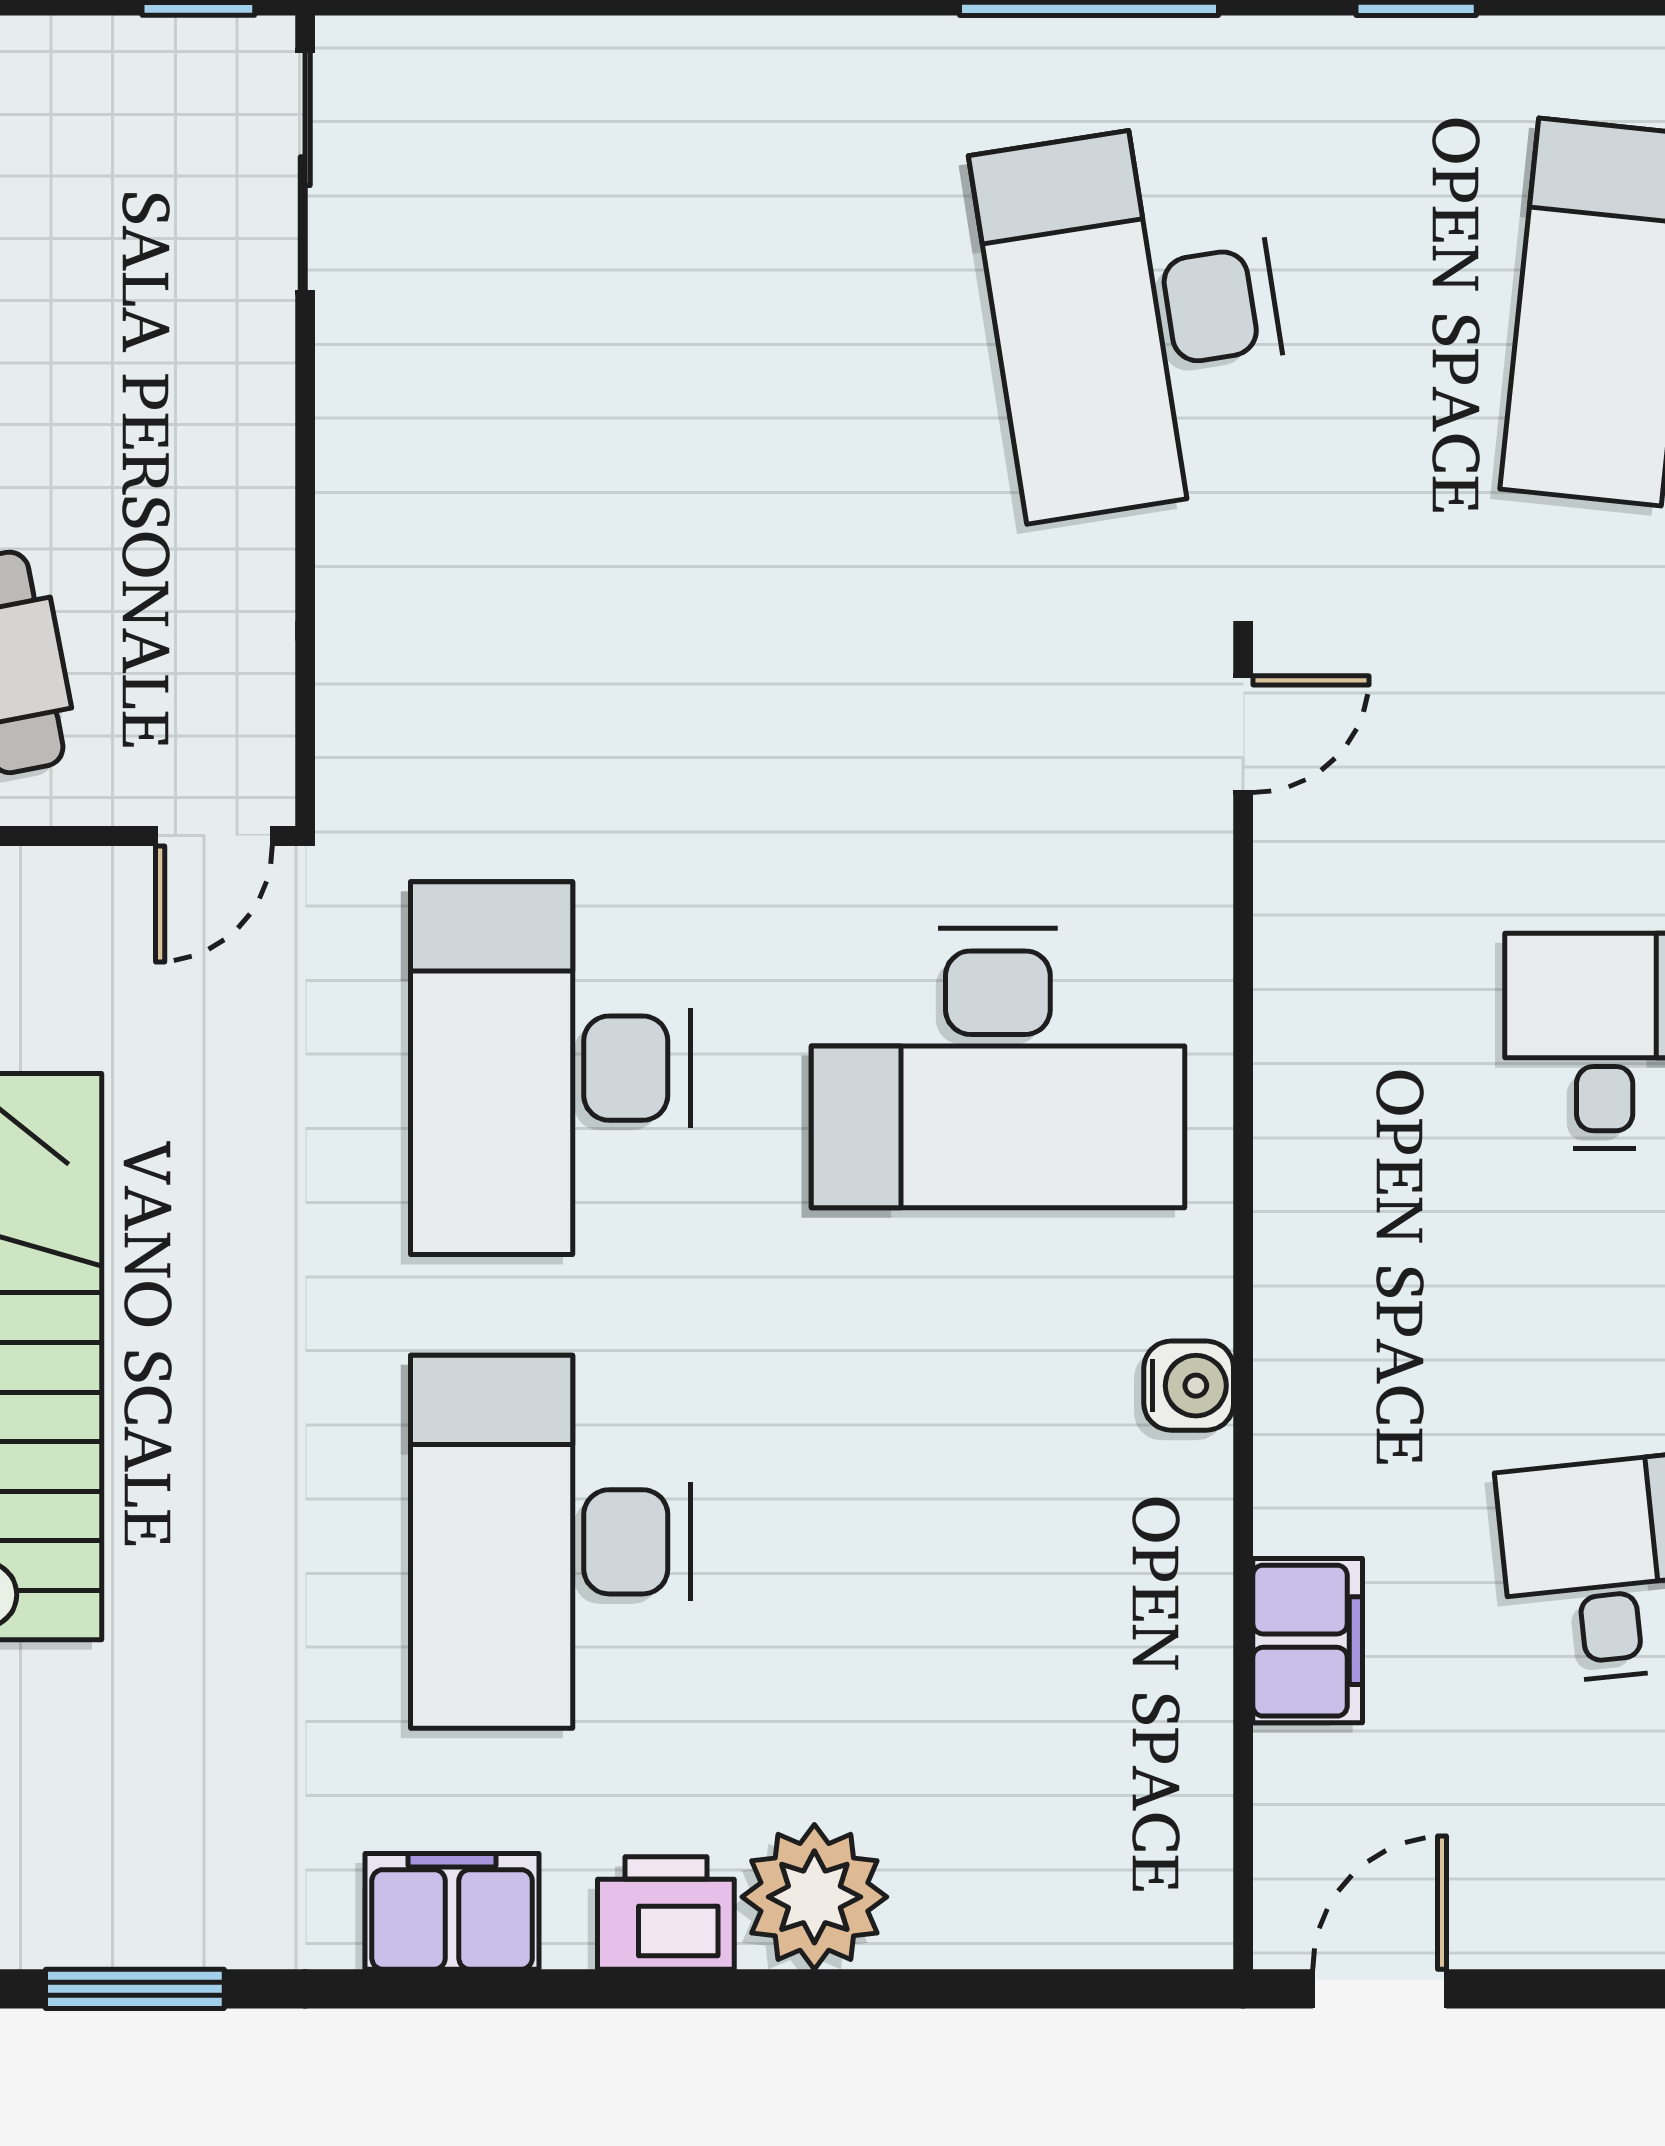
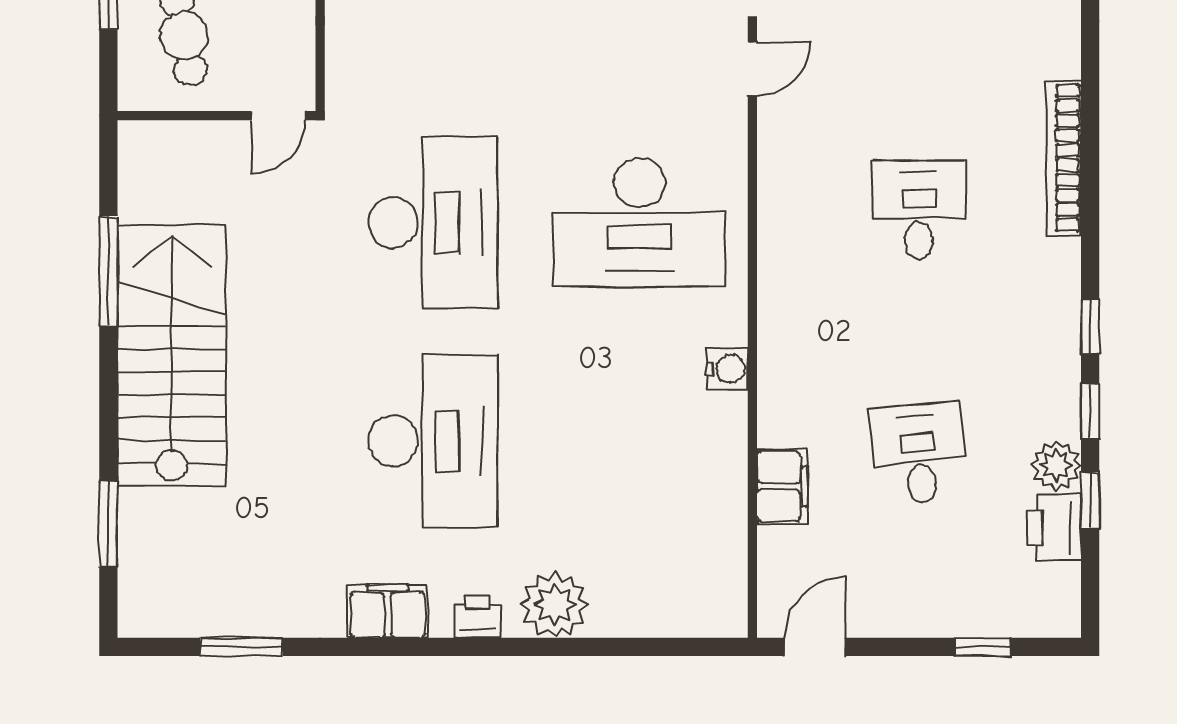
desk: (550, 1068) -> (433, 223), turned 180
desk: (550, 1542) -> (433, 441), turned 180
printer: (666, 1913) -> (478, 617), width x0.73, depth x0.81

